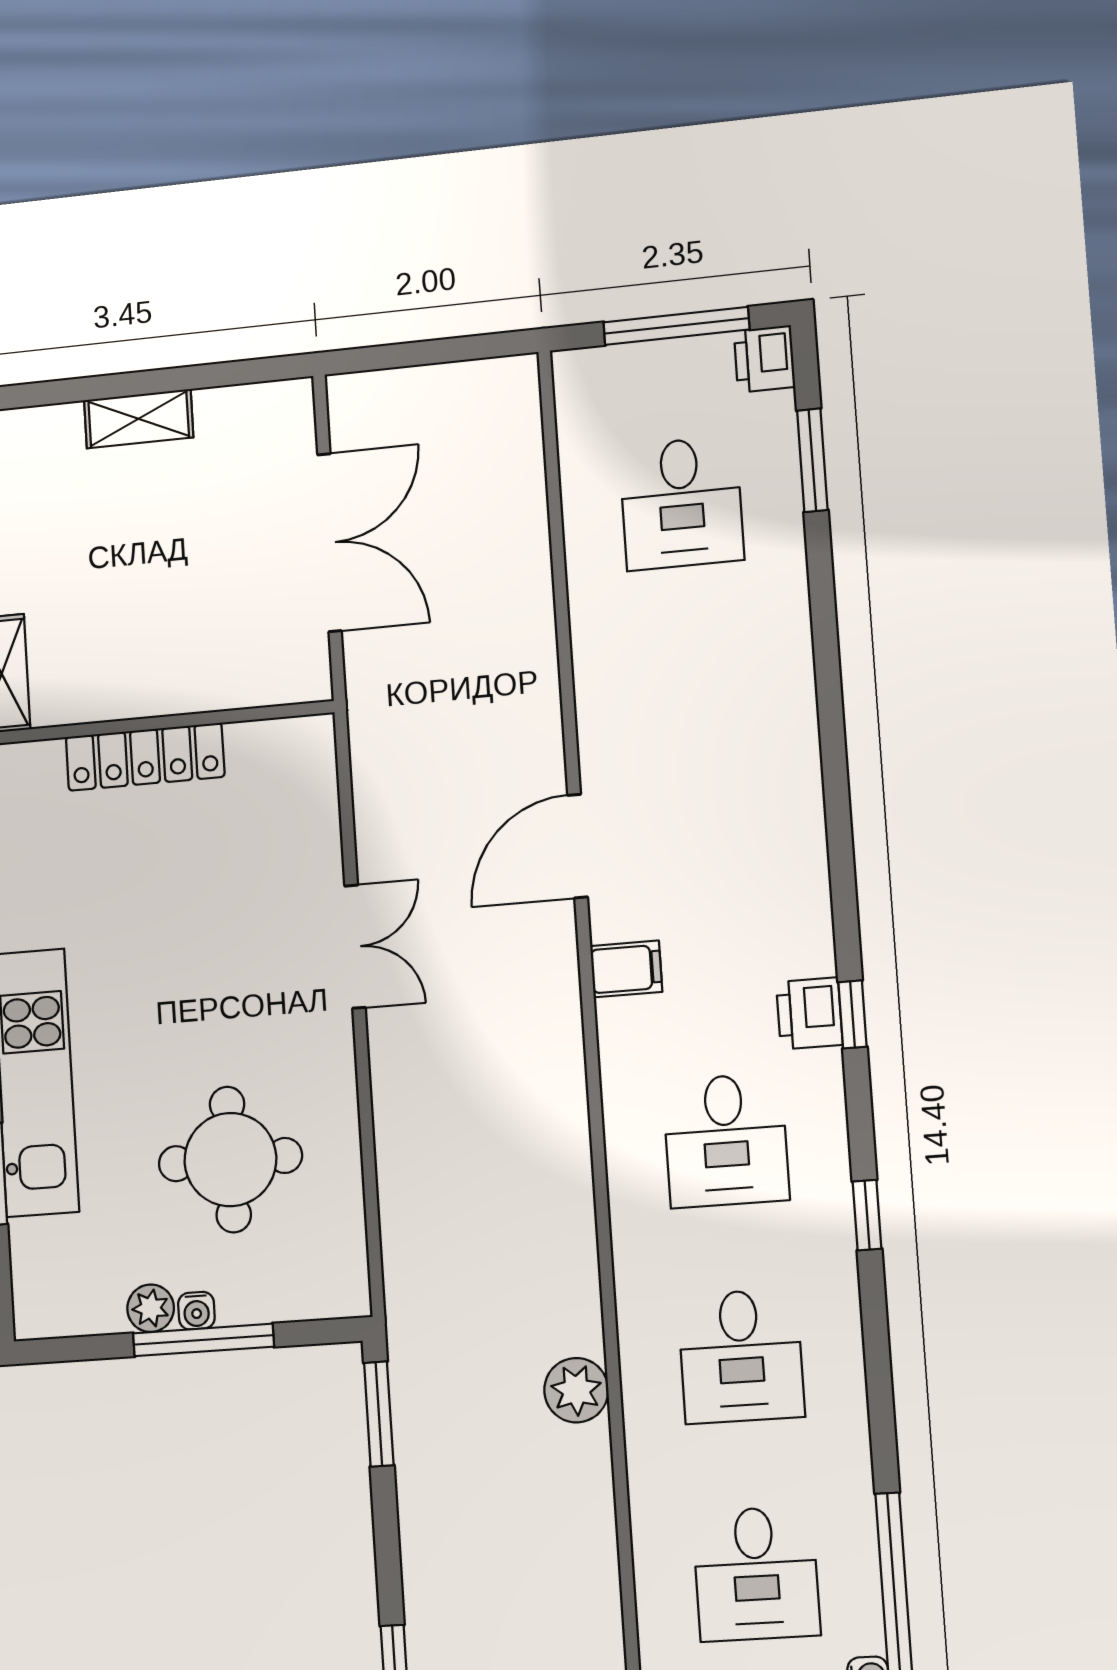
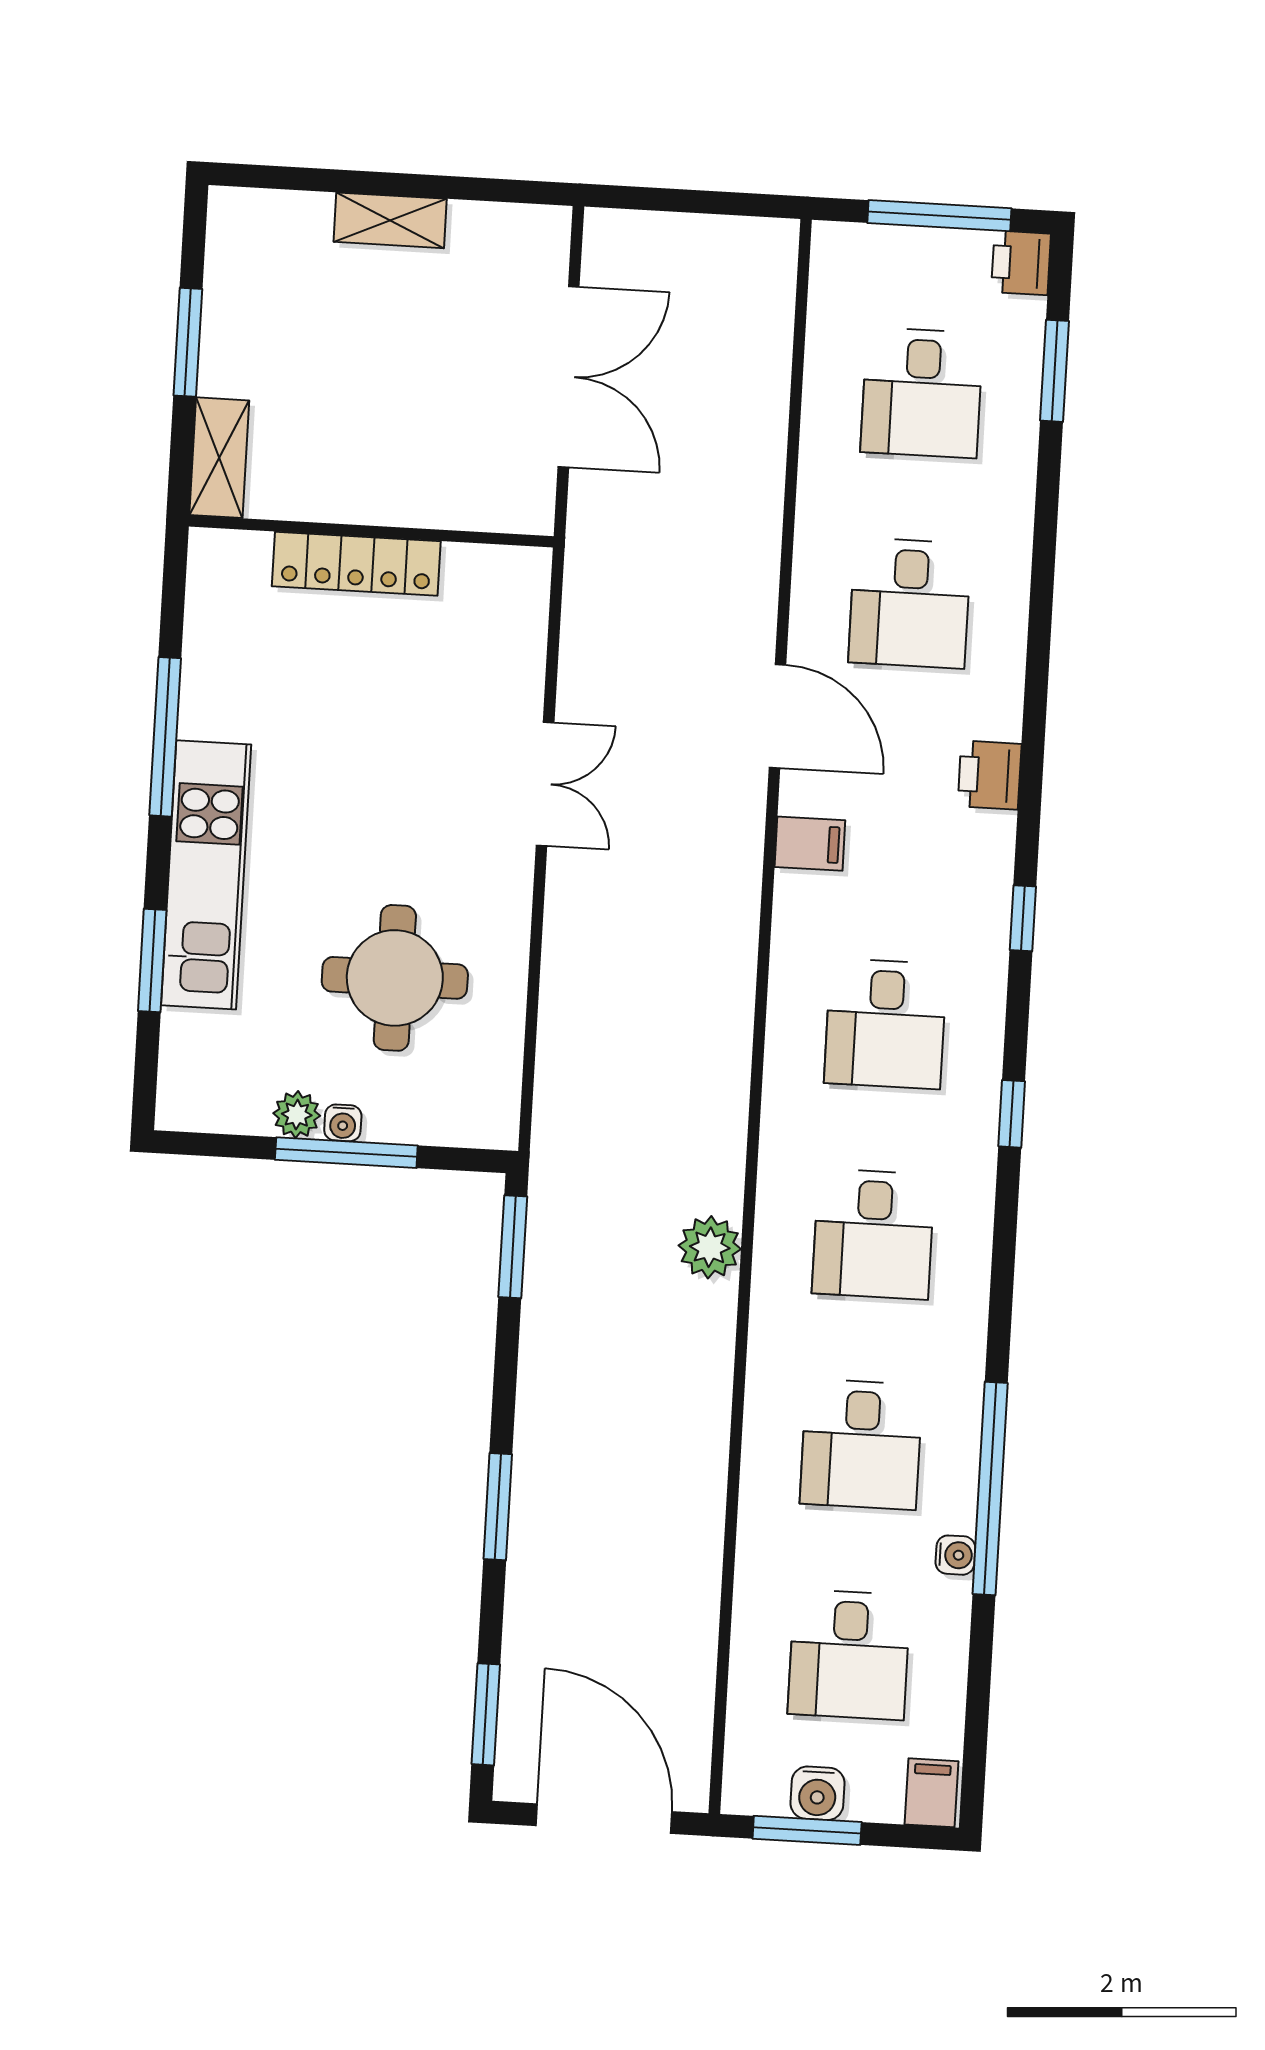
desk: (696, 714) -> (910, 603), added
door: (578, 846) -> (778, 716), swing flipped
printer: (809, 1013) -> (990, 775), moved

